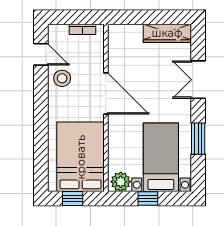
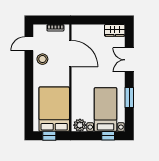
wardrobe: (167, 33) -> (115, 30), width x0.67
door: (41, 54) -> (29, 44), swing flipped
door: (106, 93) -> (70, 54), moved
window: (148, 199) -> (108, 136), moved

